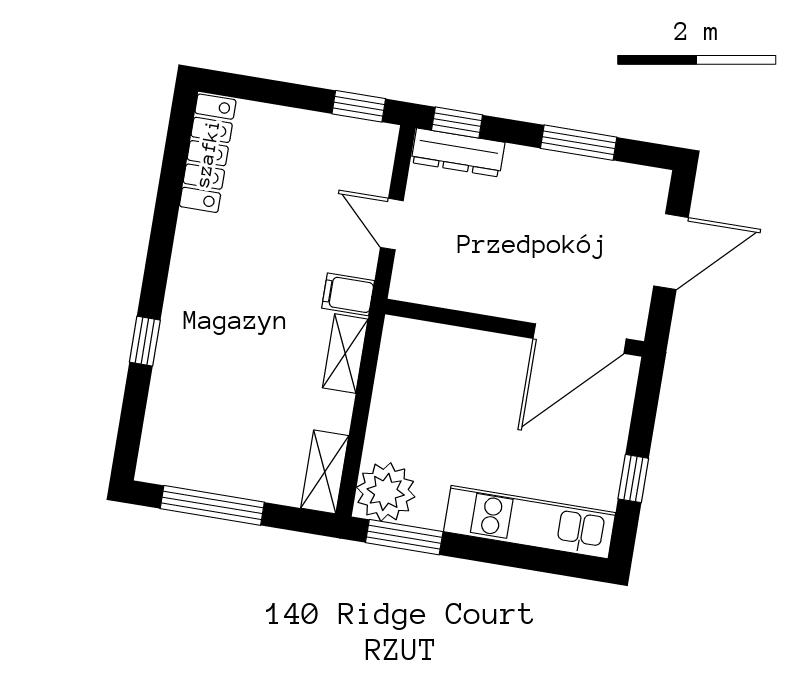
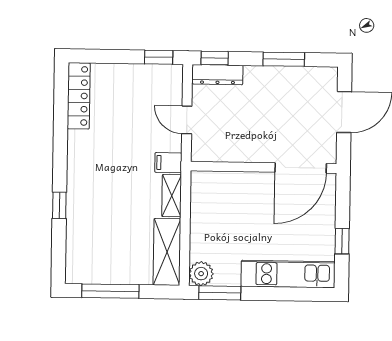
shelving: (325, 472) -> (167, 252), width x1.50, depth x1.33
plant: (386, 492) -> (201, 274), width x0.73, depth x0.73

